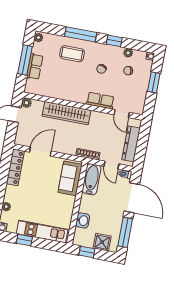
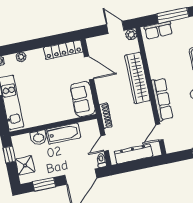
row of seats: (35, 67) -> (158, 30), moved
row of seats: (100, 101) -> (162, 99), width x1.48
sofa: (70, 178) -> (83, 99), moved, turned -90
bathtub: (92, 179) -> (63, 134), moved
window: (125, 232) -> (44, 184), width x0.69

